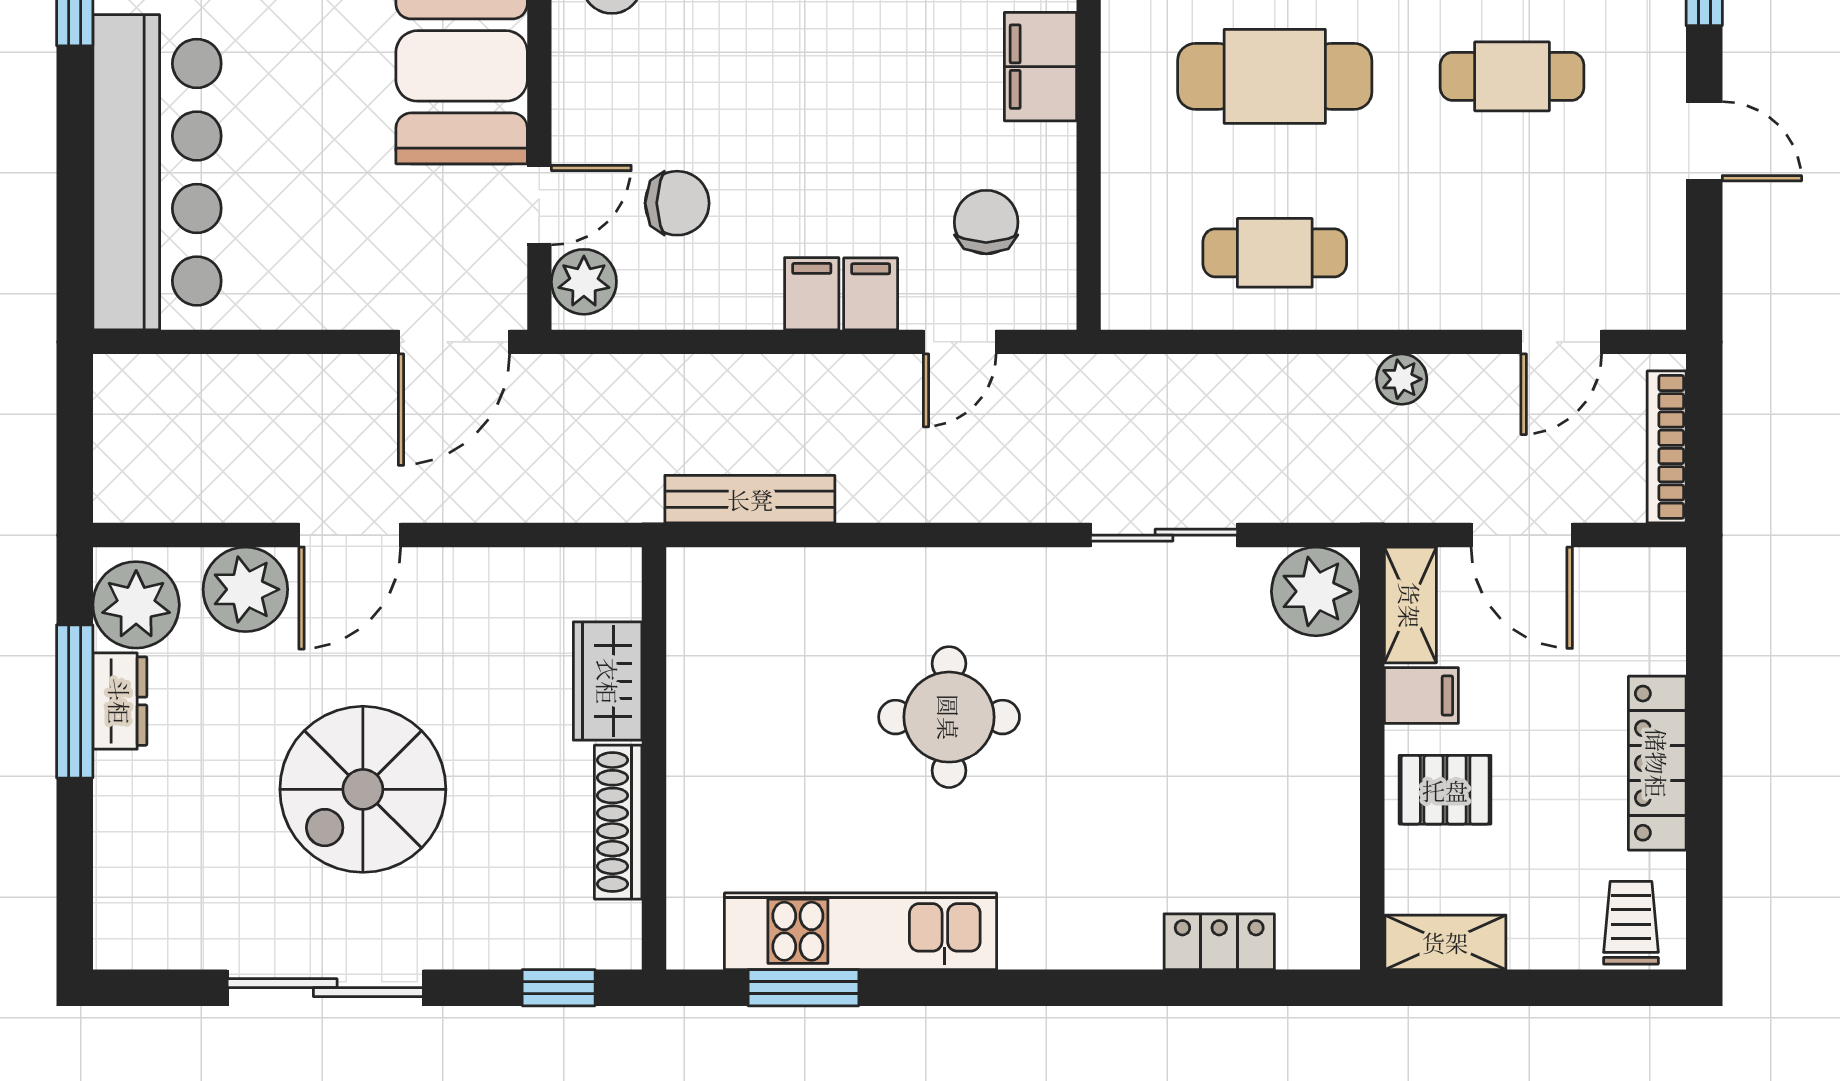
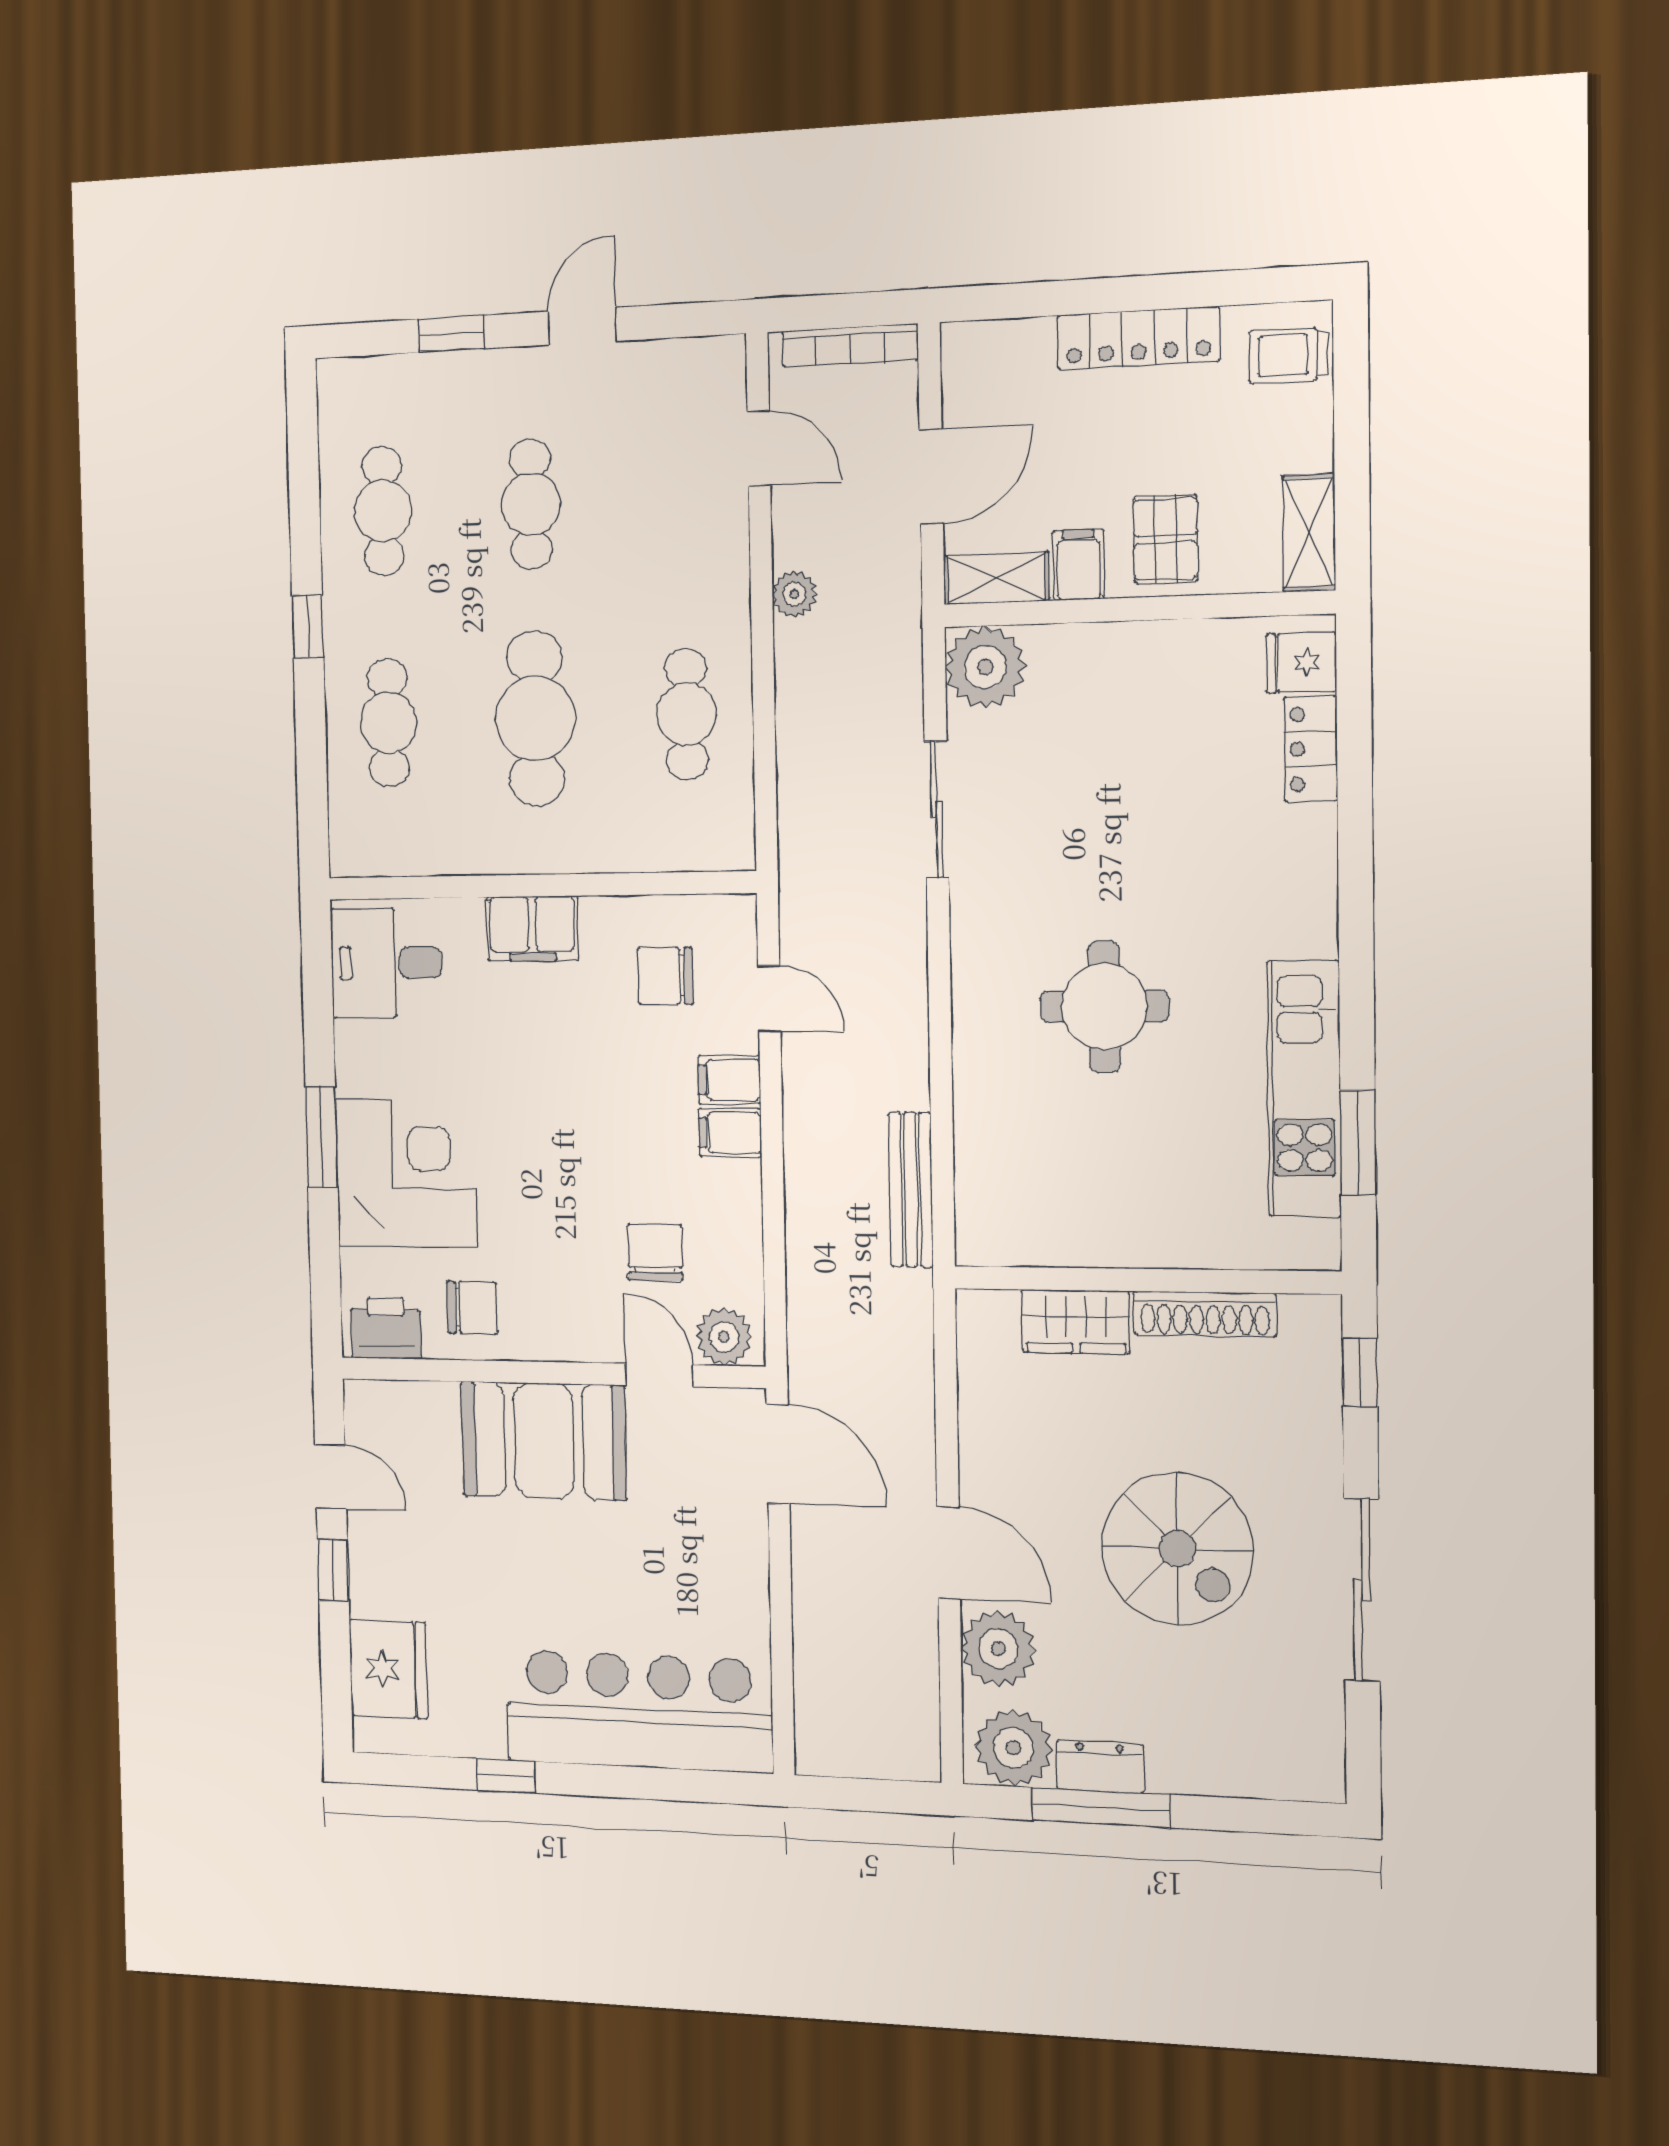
fridge: (1310, 933) -> (1301, 663), added

